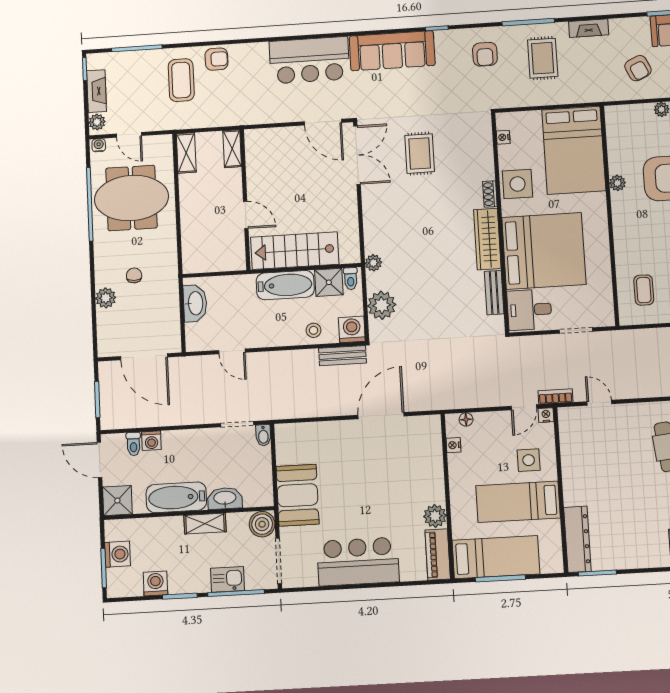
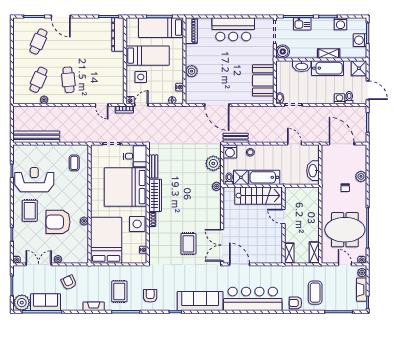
bar counter: (309, 60) -> (253, 299), width x1.36
door: (381, 416) -> (217, 105), hinge flipped
booth: (298, 495) -> (263, 80), moved
plant: (435, 516) -> (192, 71), moved
shelving: (205, 524) -> (329, 54), moved

